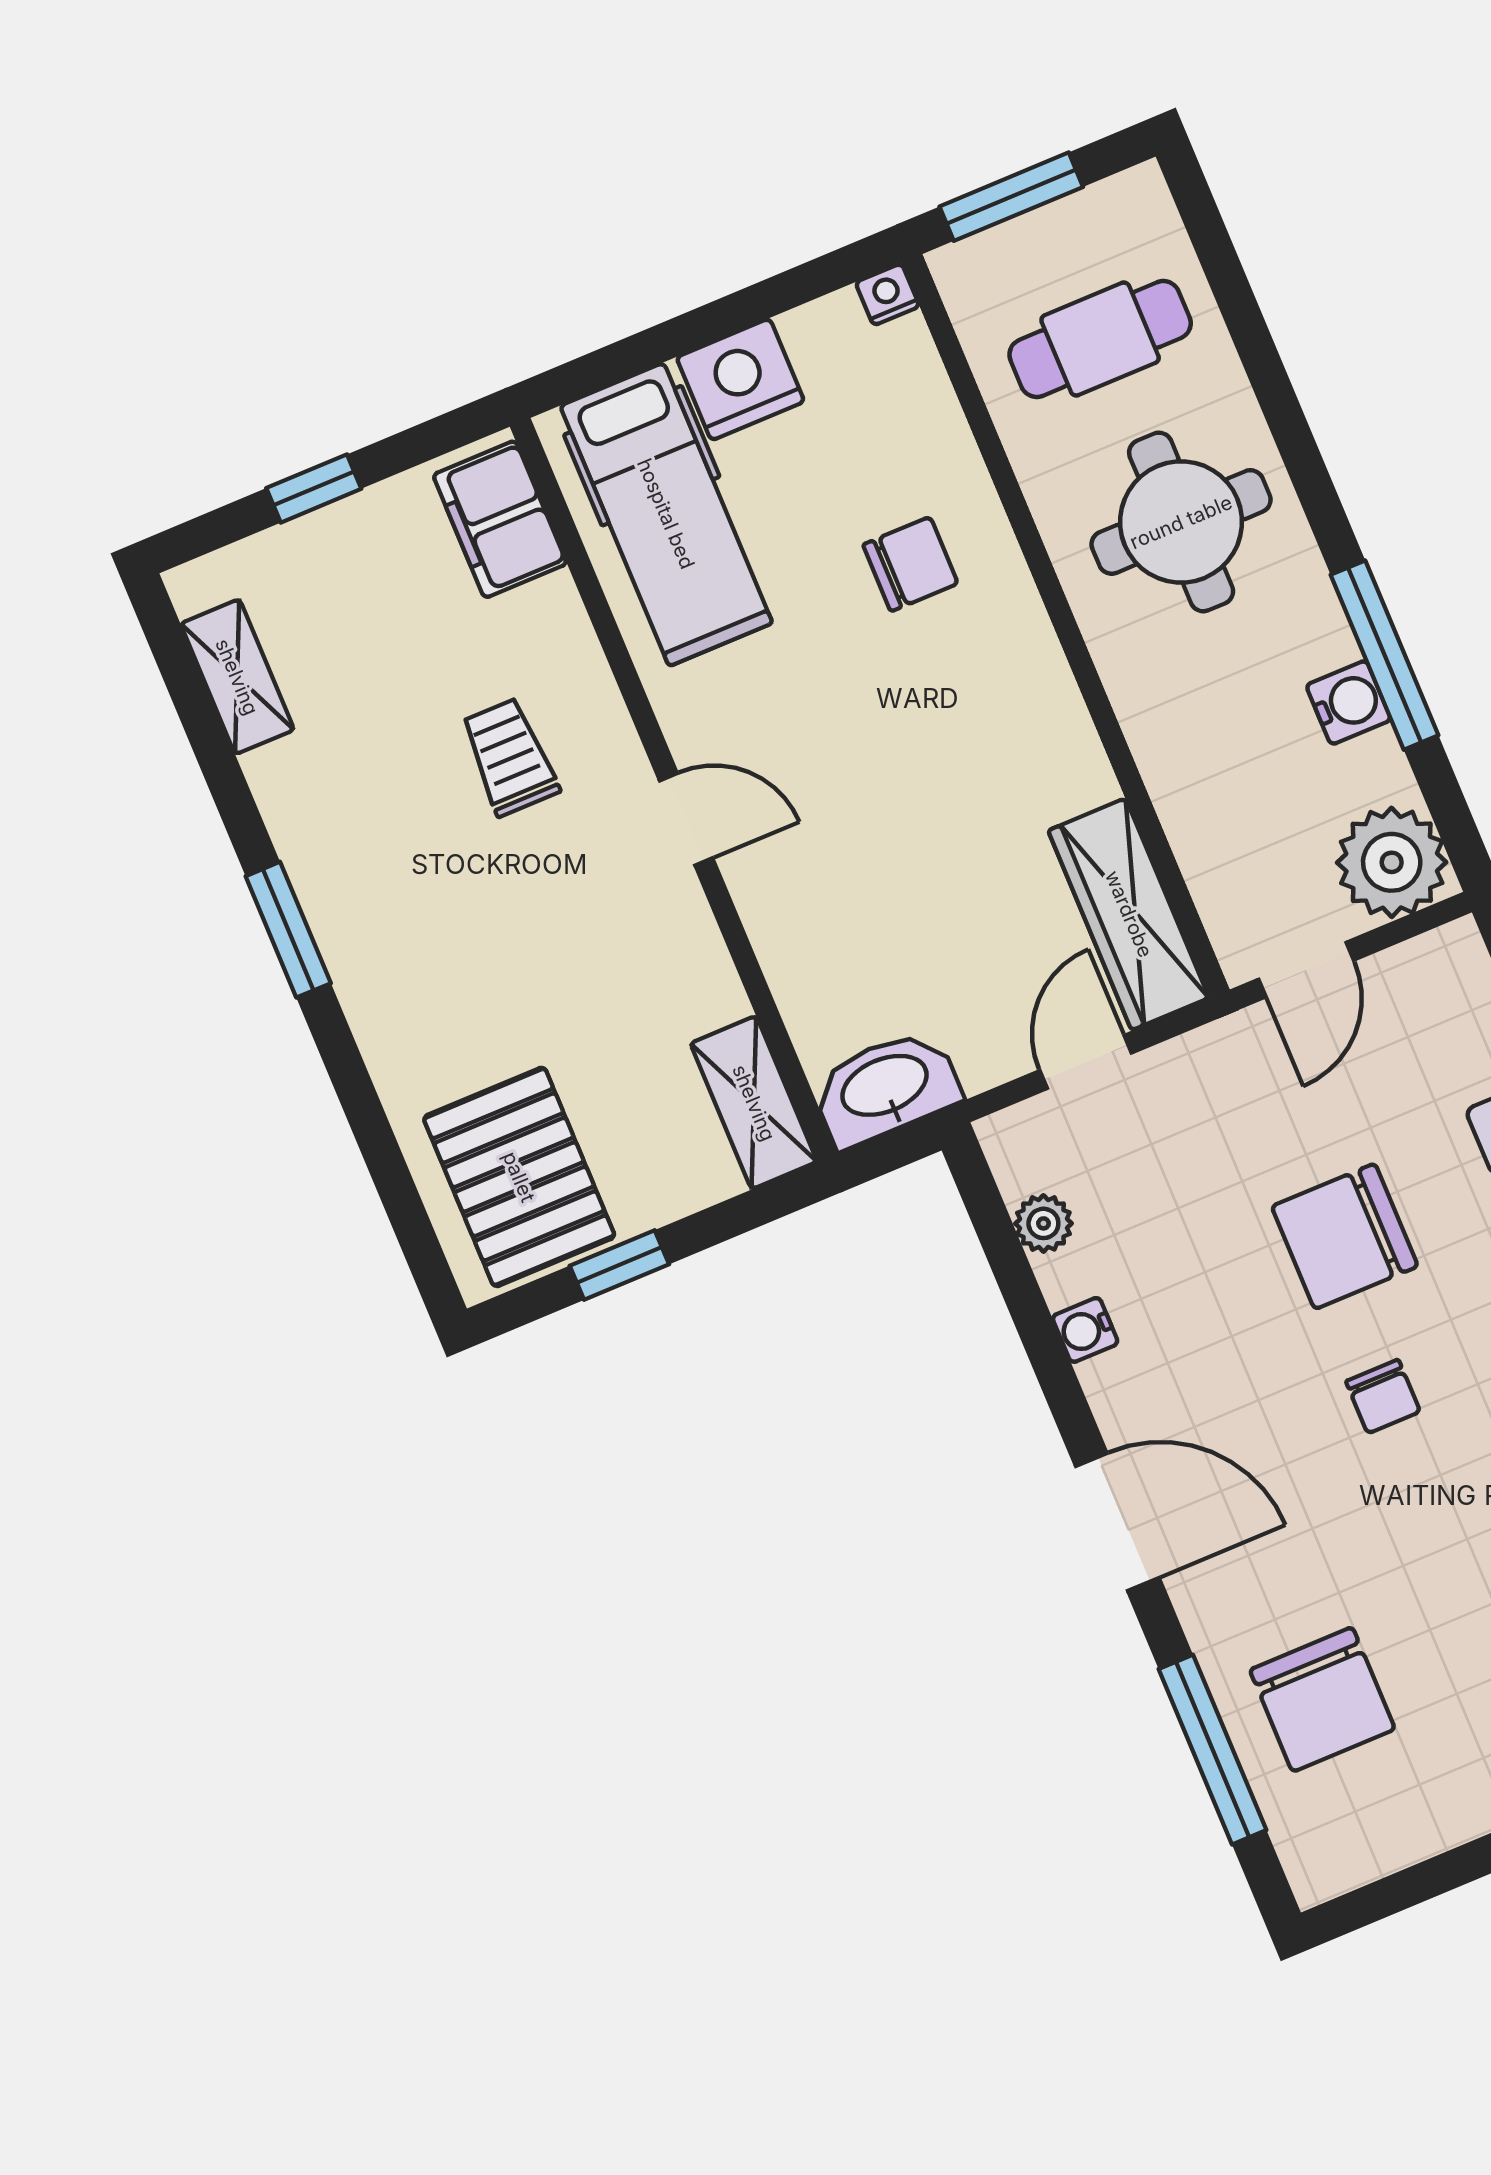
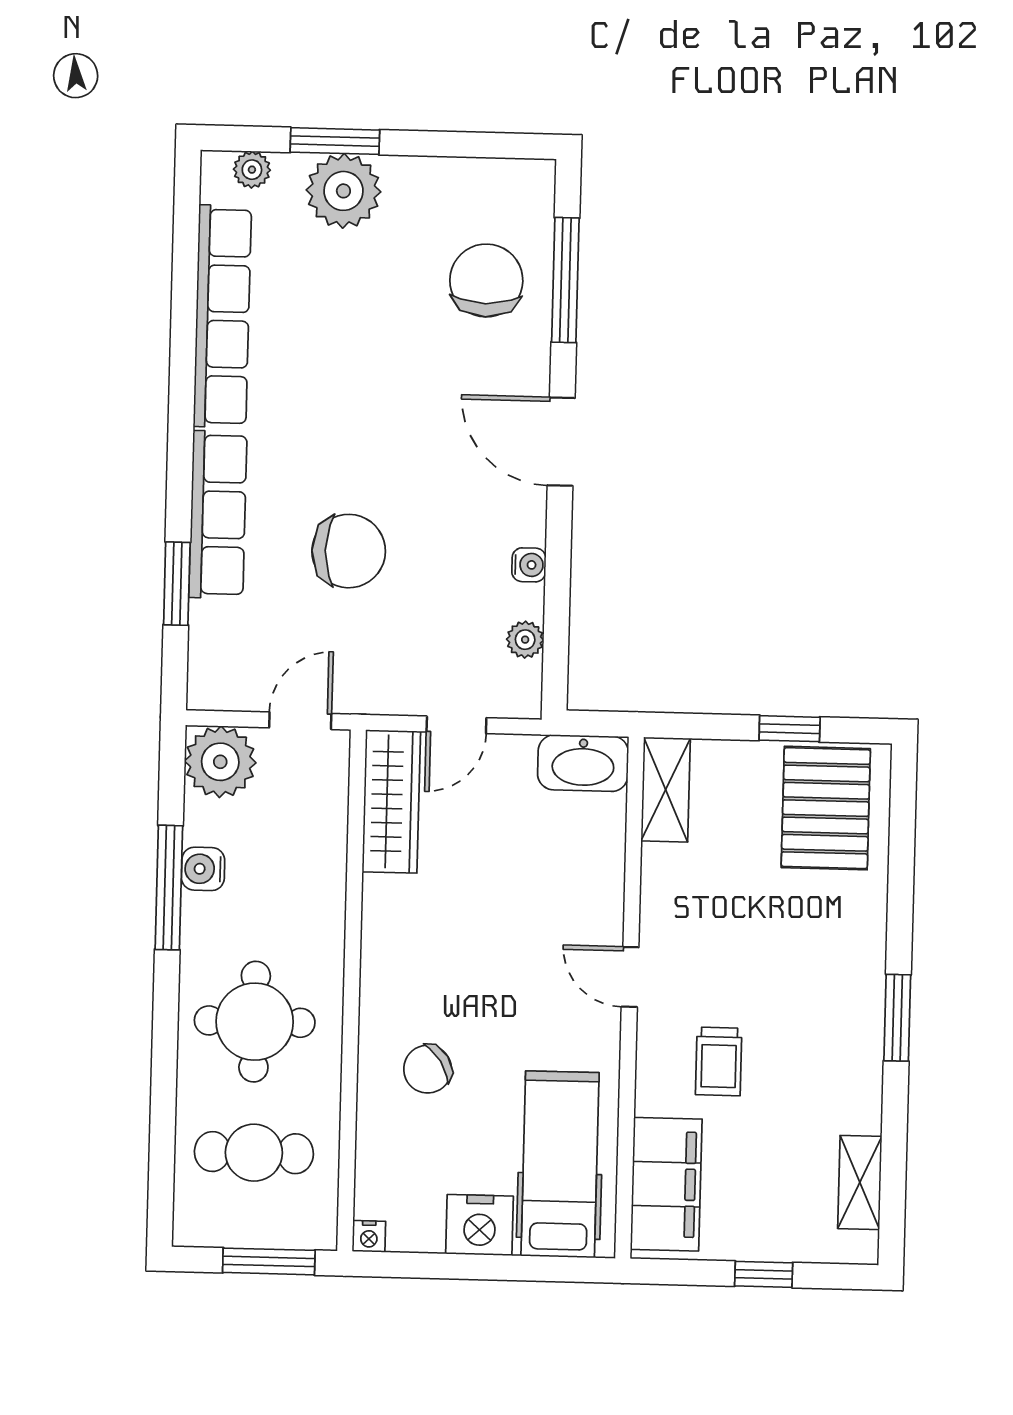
filing cabinet: (500, 519) -> (666, 1184), width x1.50, depth x1.17
chair: (910, 564) -> (428, 1069), turned -33
chair: (1383, 1396) -> (369, 445), removed

